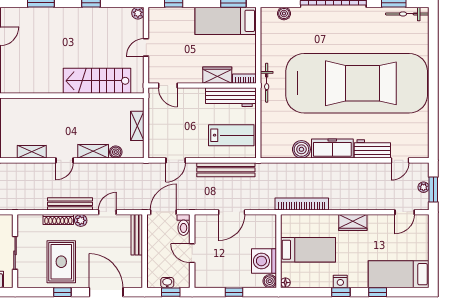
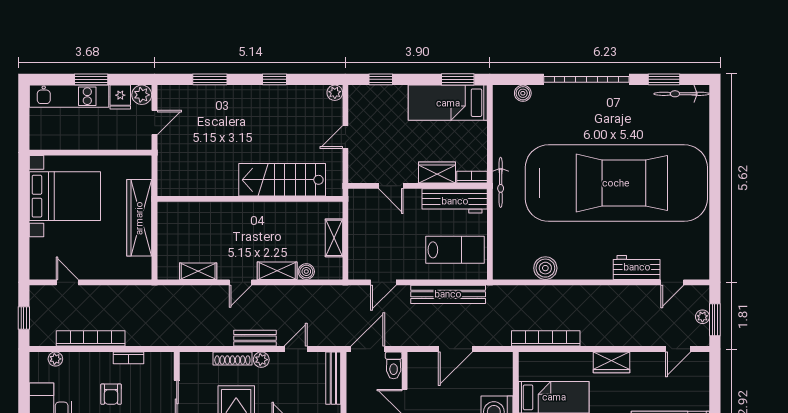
door: (168, 86) -> (391, 186), moved
freezer: (332, 149) -> (585, 267), removed
bench: (70, 204) -> (255, 338), width x0.73

